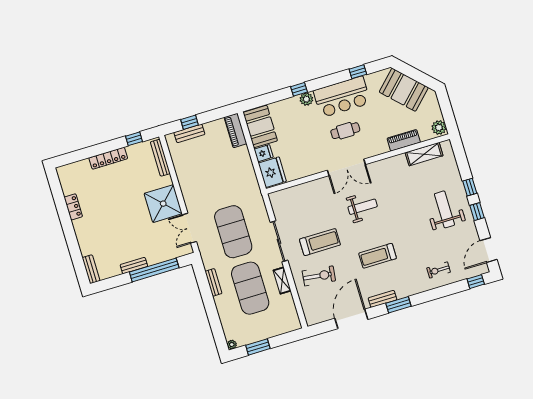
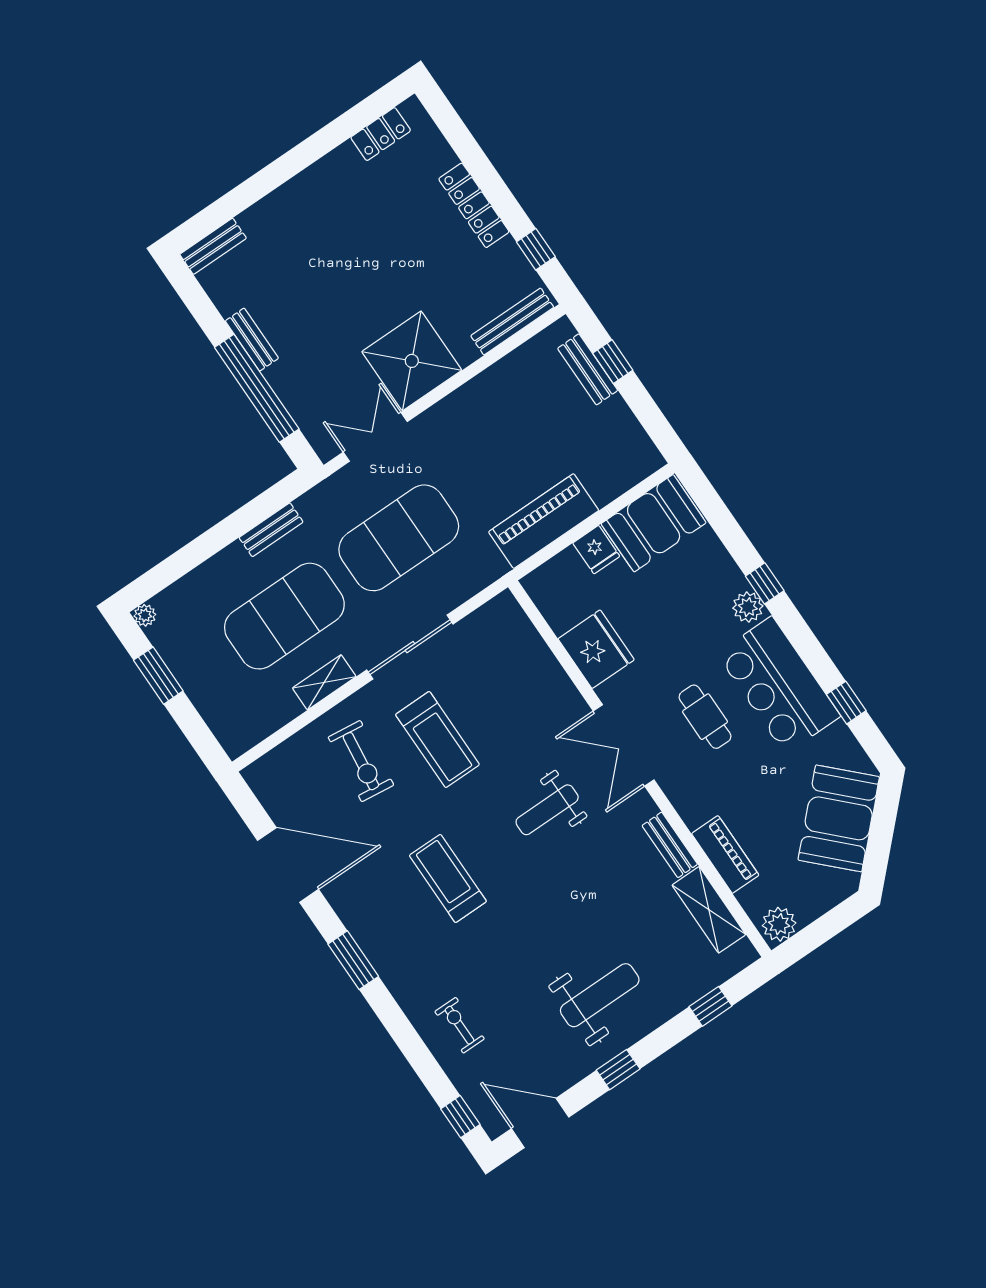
piano: (236, 130) -> (544, 521), moved, width x1.37, depth x1.33
fridge: (272, 172) -> (596, 649), moved, turned -90
window: (470, 187) -> (711, 1006), moved
locker: (73, 207) -> (381, 134), moved
weight bench: (363, 207) -> (547, 810), turned 90
bench: (383, 299) -> (670, 845), moved

